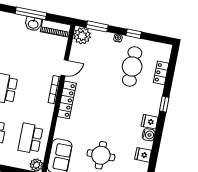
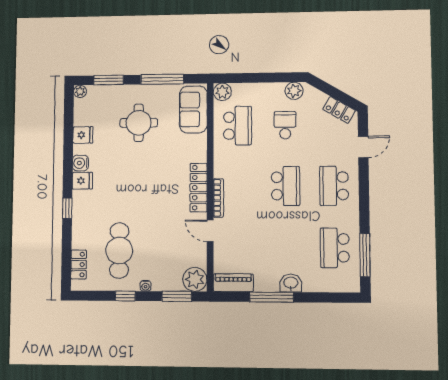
washbasin: (33, 24) -> (291, 283), moved
door: (65, 68) -> (210, 231), hinge flipped
locker: (161, 73) -> (79, 264), moved

